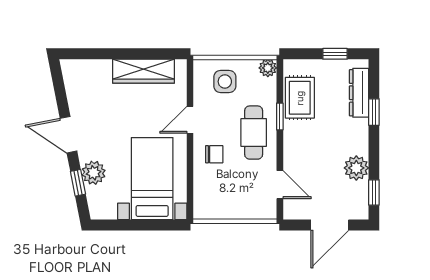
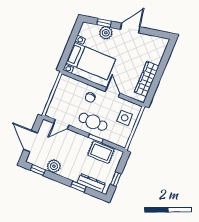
plant: (268, 68) -> (123, 142), removed

